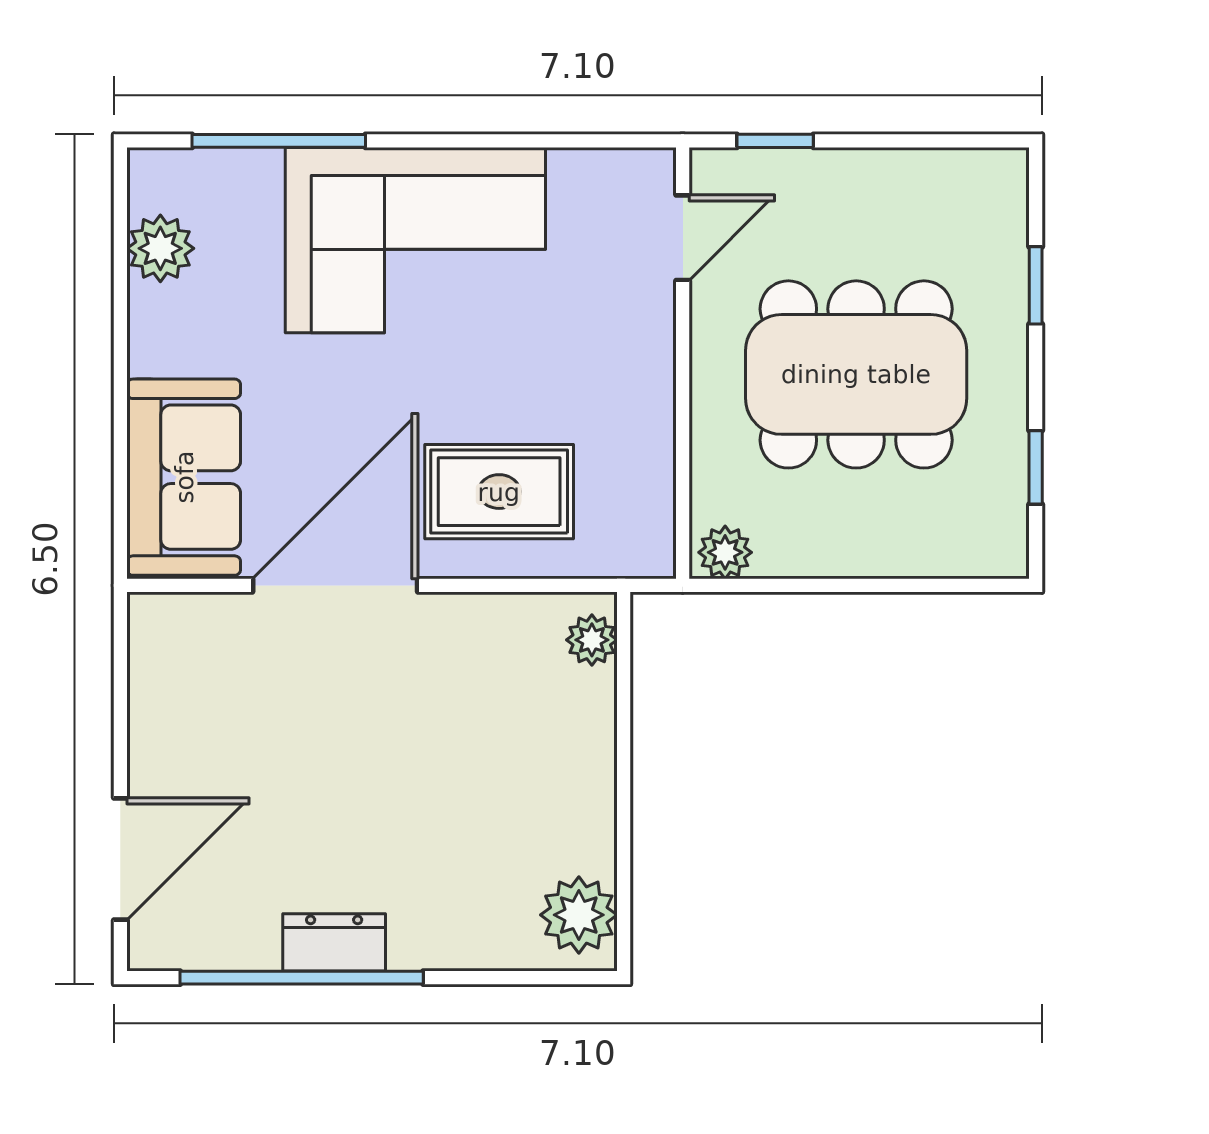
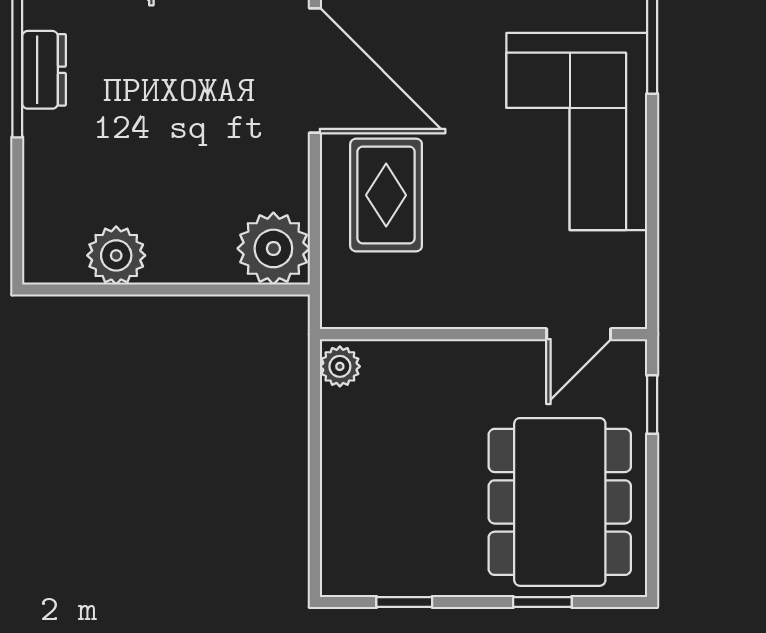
door: (683, 238) -> (579, 334), hinge flipped
dining table: (856, 374) -> (560, 502), moved
plant: (592, 640) -> (273, 248), width x1.87, depth x1.87
plant: (579, 915) -> (116, 255), moved

